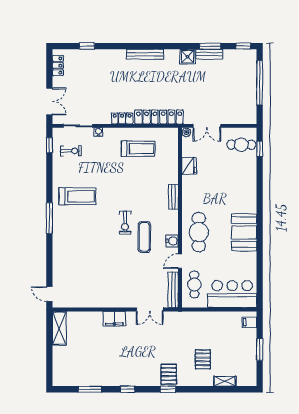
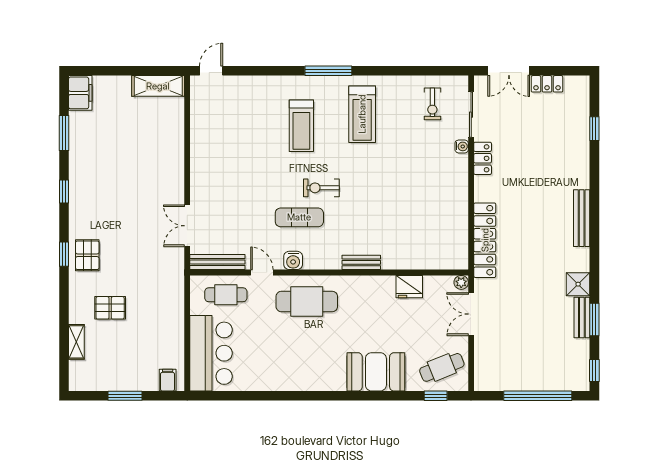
locker: (58, 66) -> (547, 84), moved
locker: (122, 118) -> (483, 158), moved
window: (49, 145) -> (441, 71), removed
cafe table: (241, 145) -> (442, 367), turned 68
treadmill: (138, 149) -> (301, 126), moved
booth: (244, 232) -> (376, 372), moved
filing cabinet: (114, 319) -> (80, 93), moved, turned 180
pallet: (169, 374) -> (87, 255), turned 90

